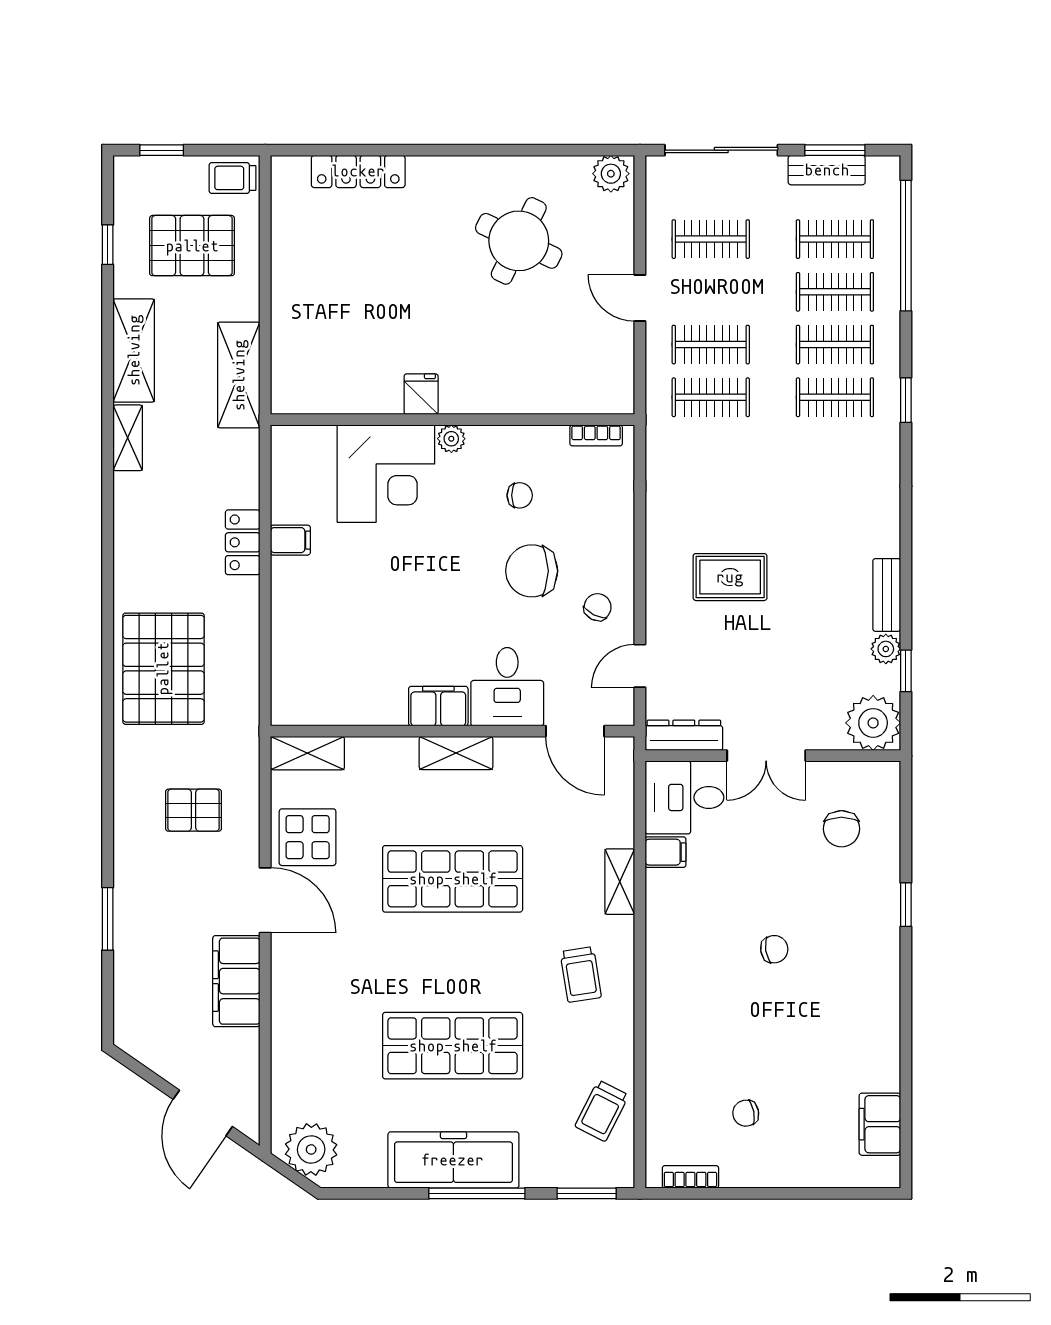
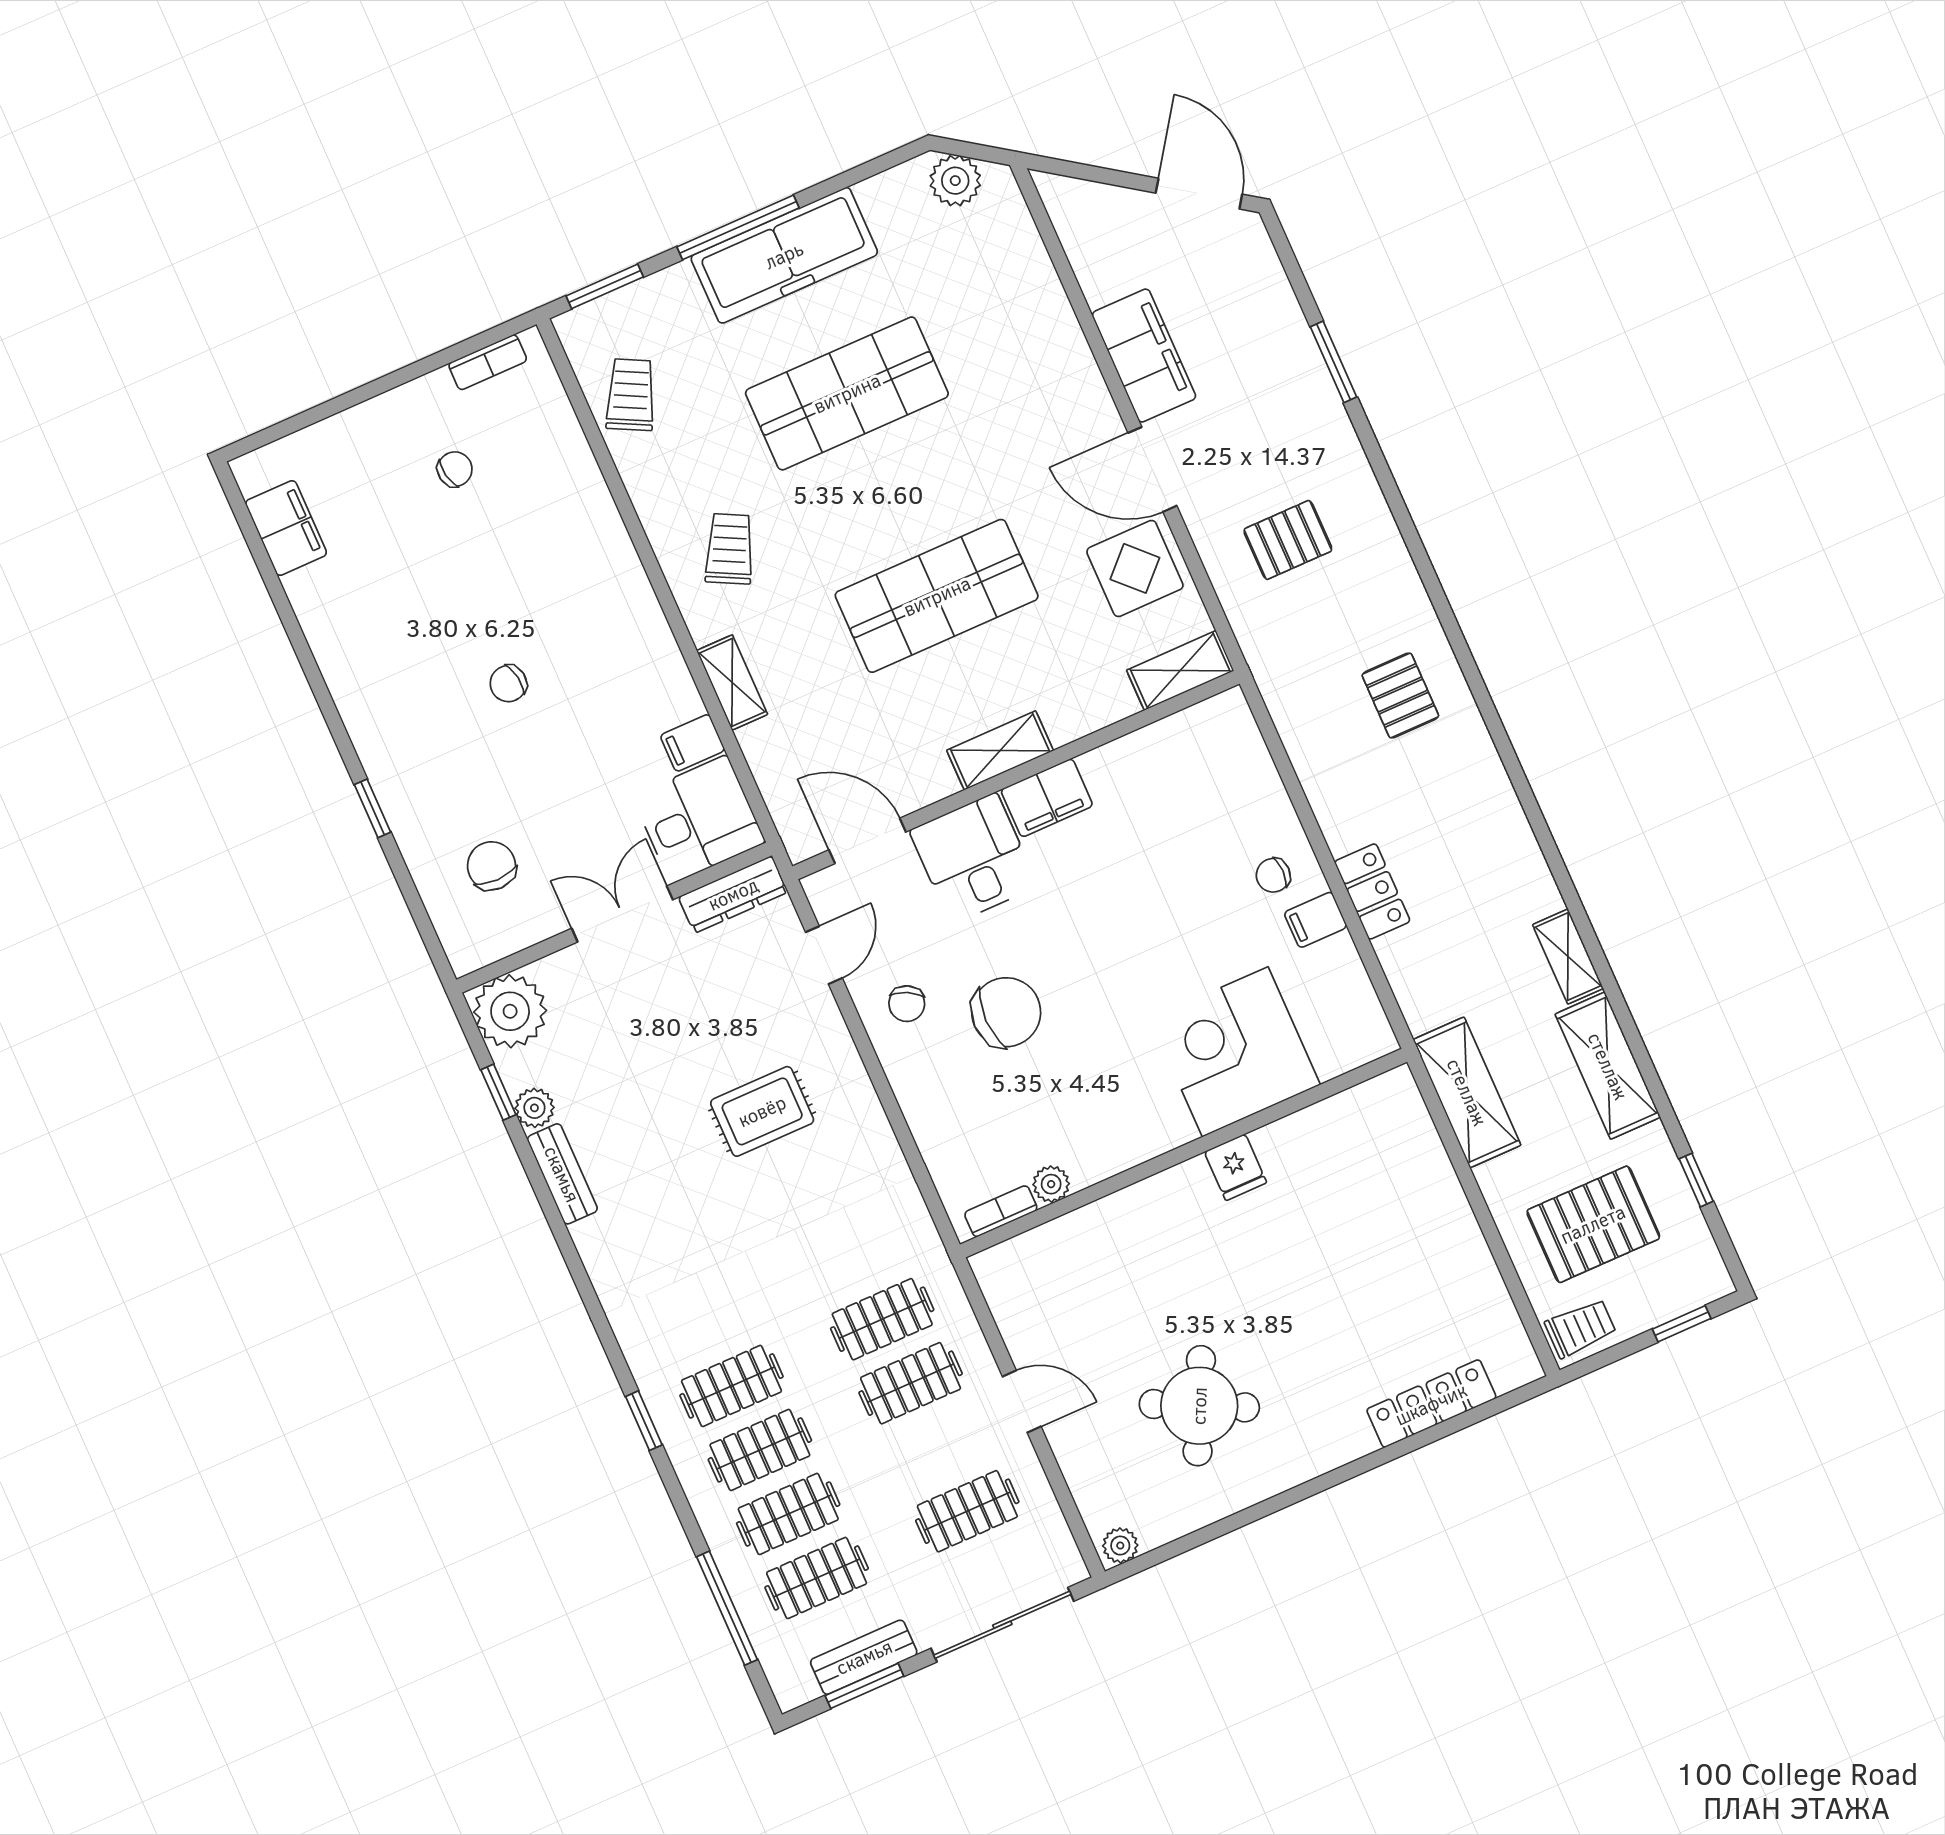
plant: (611, 174) -> (1120, 1546), width x0.73, depth x0.73
window: (906, 246) -> (727, 1608), width x0.68
plant: (451, 439) -> (1051, 1184), moved
chair: (520, 495) -> (1273, 875), moved
pallet: (163, 669) -> (1400, 696), width x0.49, depth x0.50
trolley: (581, 975) -> (730, 549), turned 36
door: (203, 1113) -> (1199, 194), moved
plant: (311, 1149) -> (955, 181), width x0.73, depth x0.73

